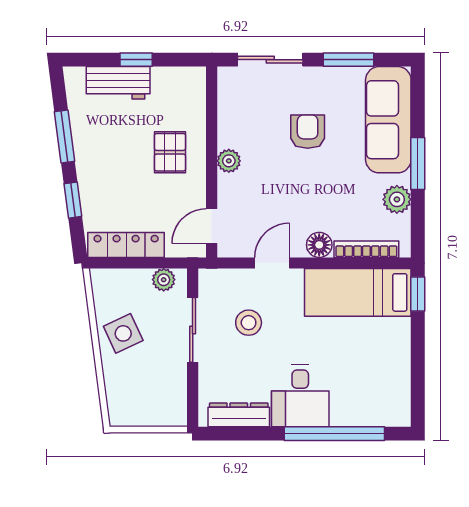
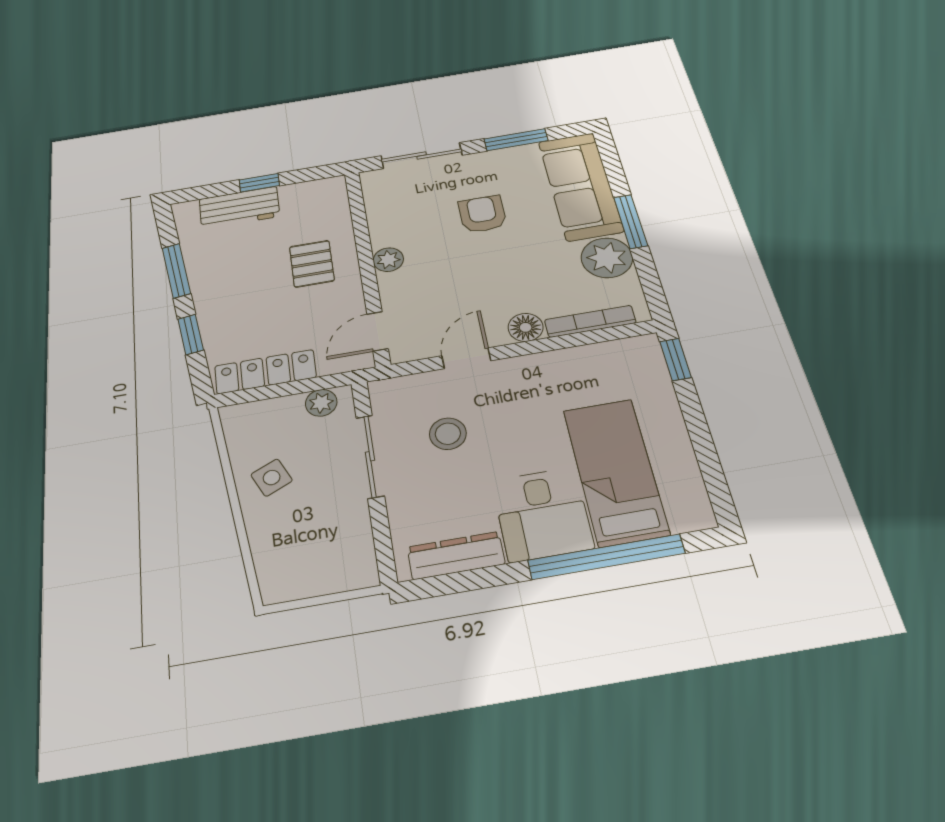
plant: (397, 199) -> (607, 258), width x1.36, depth x1.36
bed: (358, 292) -> (615, 471), moved, turned 90
side table: (123, 333) -> (272, 478), width x0.73, depth x0.73

